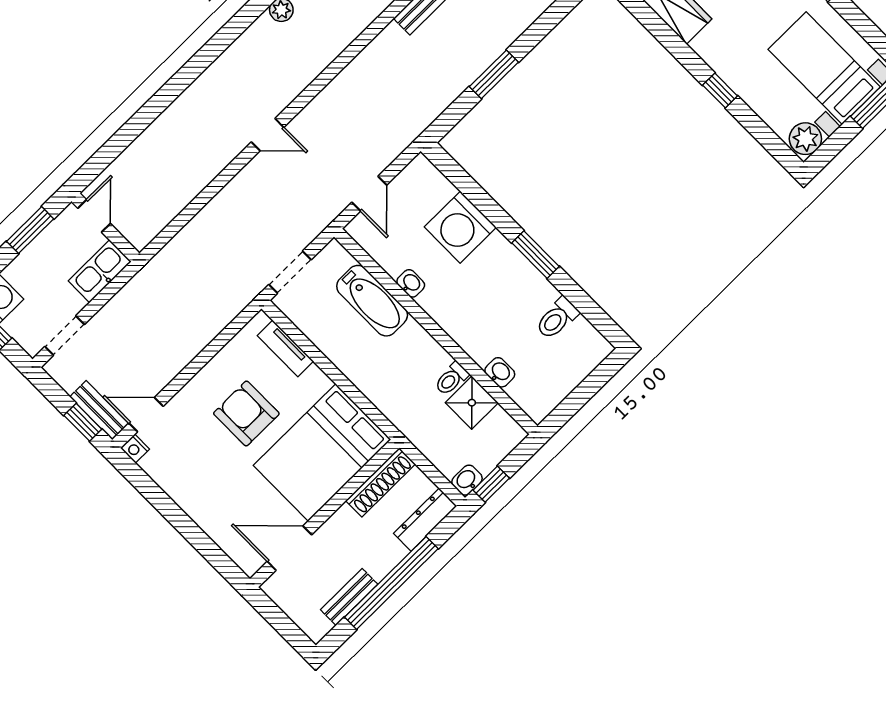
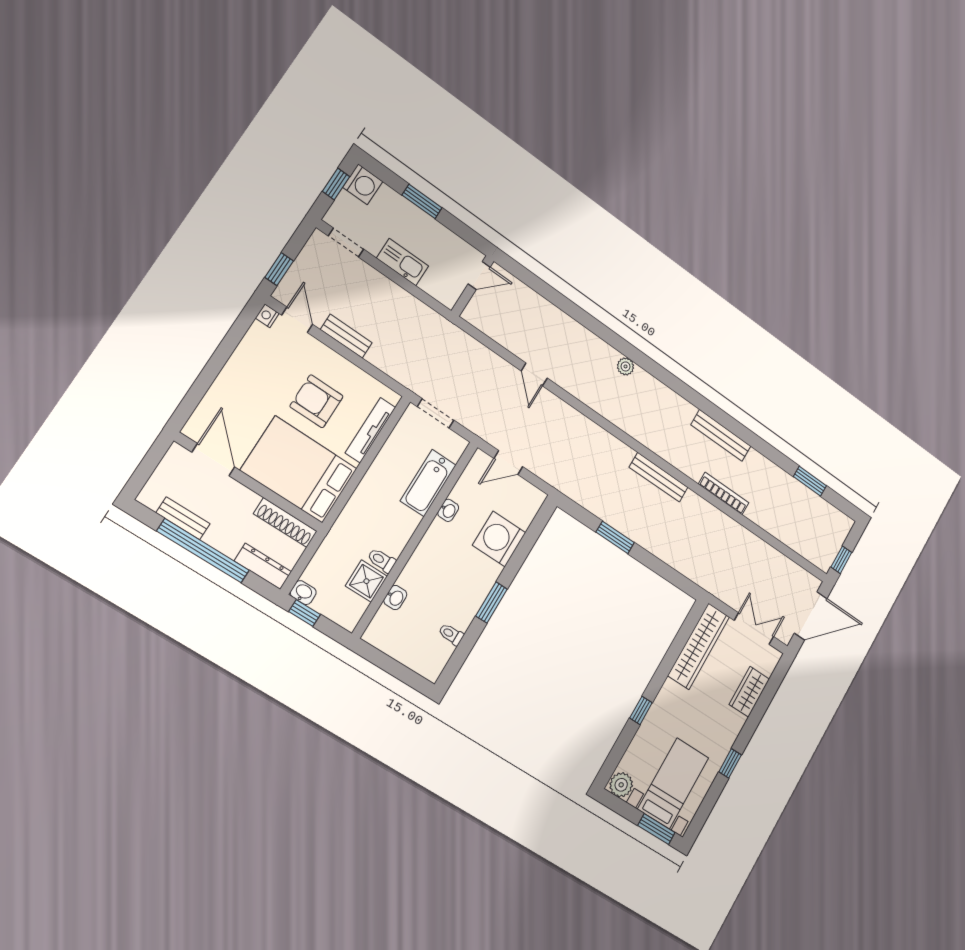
door: (94, 216) -> (479, 275), moved
wall: (105, 227) -> (473, 286), moved
toilet: (557, 318) -> (451, 634), width x0.73, depth x0.72
tv unit: (285, 348) -> (370, 430), width x1.41
bench: (99, 410) -> (346, 336), moved, turned 90
armchair: (246, 414) -> (317, 401), turned -90

